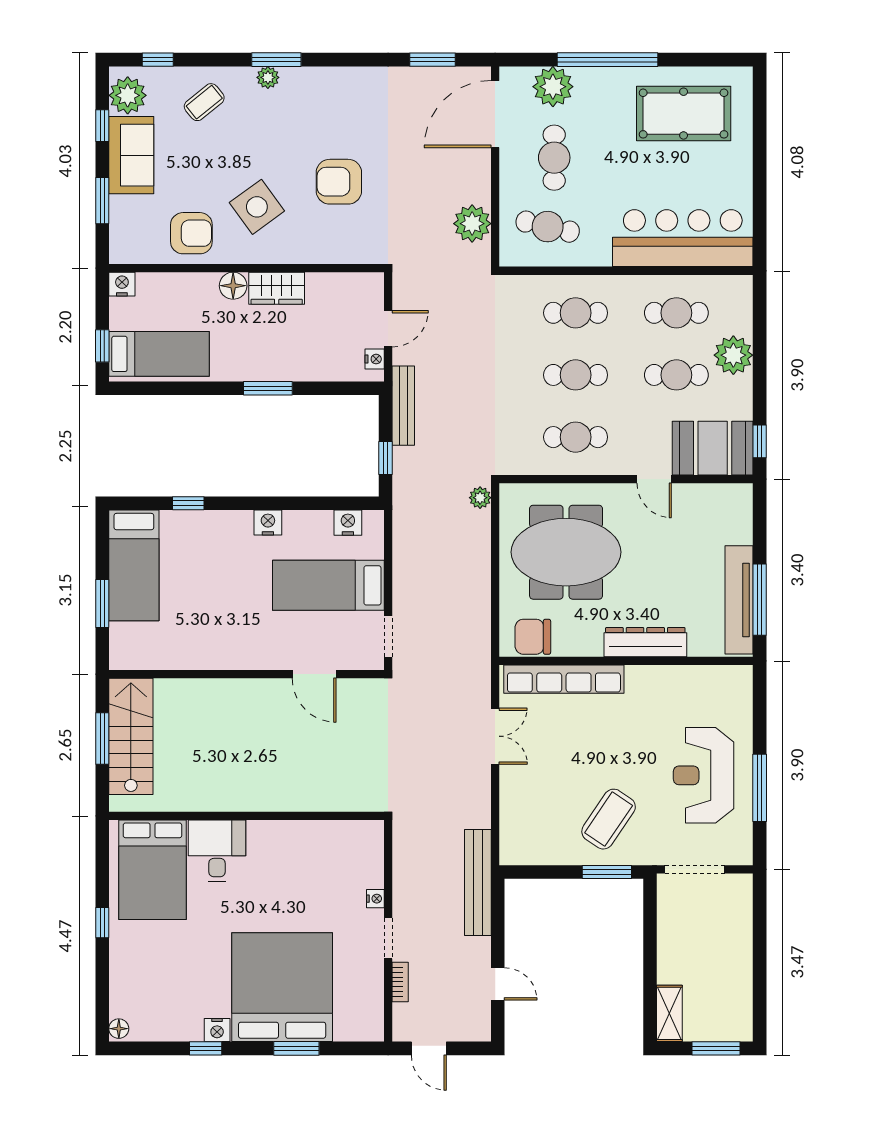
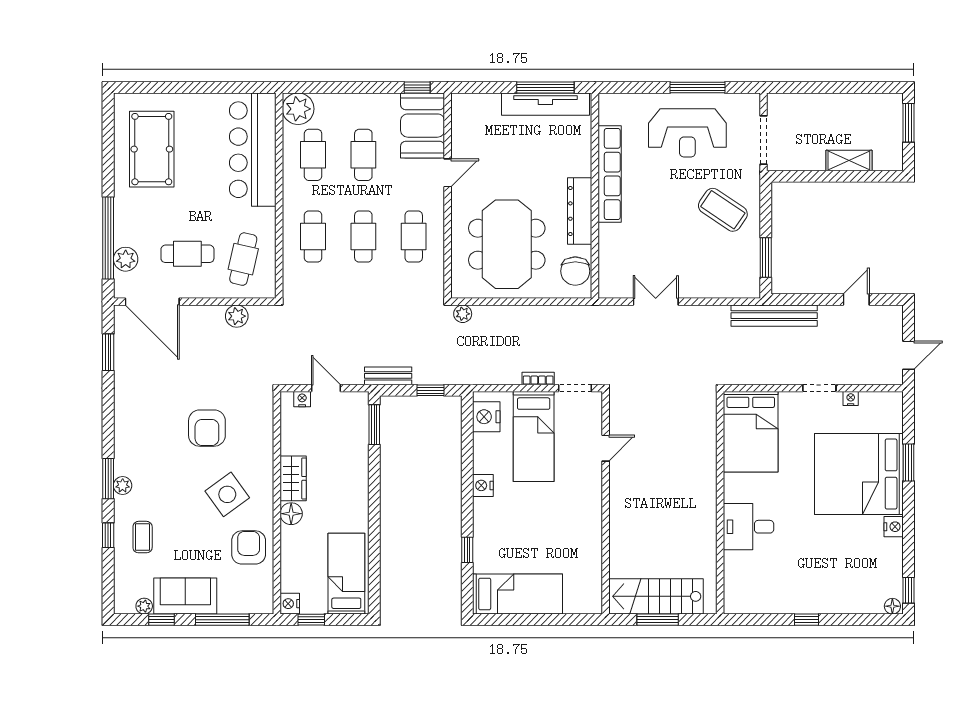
window: (158, 60) -> (108, 535), moved
window: (607, 60) -> (108, 238), moved
plant: (553, 87) -> (126, 259), width x0.73, depth x0.73
plant: (128, 95) -> (144, 606), width x0.53, depth x0.53
coffee table: (204, 102) -> (143, 537), turned 39
window: (102, 201) -> (222, 620), width x1.44
plant: (472, 224) -> (237, 316), width x0.73, depth x0.73
window: (102, 346) -> (311, 620), moved
plant: (733, 355) -> (298, 109), moved
nightstand: (375, 359) -> (302, 399), moved
window: (268, 388) -> (374, 425), moved
bench: (403, 406) -> (388, 376), width x0.73
nightstand: (348, 523) -> (486, 417), width x1.36, depth x1.33
window: (102, 604) -> (548, 620), removed
dresser: (645, 642) -> (580, 211), moved
door: (314, 674) -> (606, 448), width x0.73
row of seats: (564, 679) -> (610, 174), moved
bed: (152, 870) -> (751, 432), moved, turned 90
window: (607, 872) -> (766, 258), moved
nightstand: (375, 899) -> (851, 399), moved
bookcase: (400, 982) -> (538, 378), moved
shelving: (669, 1013) -> (849, 161), moved
window: (206, 1048) -> (908, 590), moved

